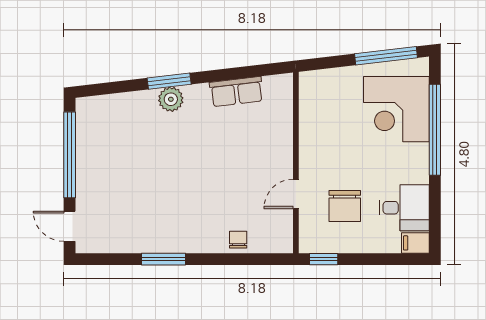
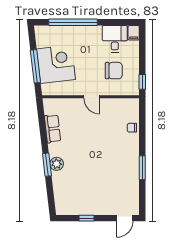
window: (386, 56) -> (35, 66), moved
corner desk: (396, 109) -> (56, 64), moved, turned -97
window: (70, 155) -> (86, 218), width x0.32
door: (296, 194) -> (92, 97), moved

